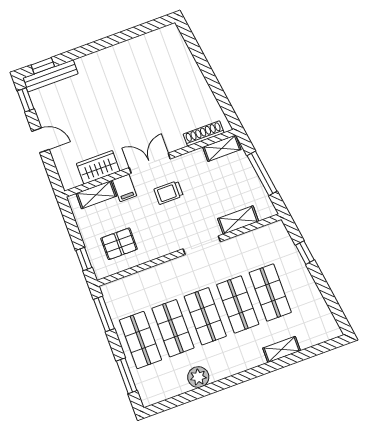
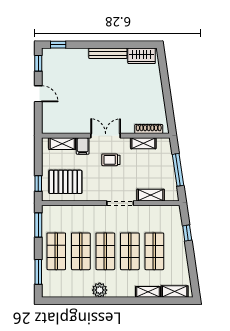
bench: (50, 76) -> (108, 53), moved
shelving: (222, 148) -> (143, 143), moved
wardrobe: (98, 167) -> (142, 56), moved, turned 180
pallet: (119, 244) -> (65, 182), width x1.50, depth x1.42
shelving: (317, 336) -> (175, 292), added
plant: (198, 377) -> (100, 290), moved

